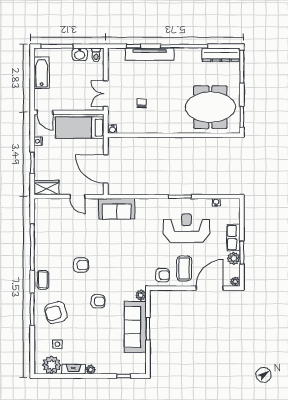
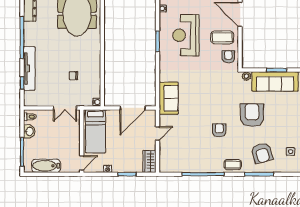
armchair: (98, 301) -> (252, 115), width x1.88, depth x1.88

